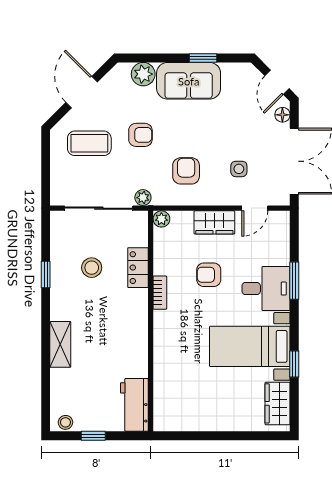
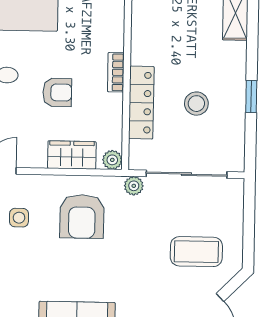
armchair: (140, 135) -> (135, 260), removed
armchair: (186, 171) -> (82, 216), width x1.38, depth x1.38
wardrobe: (214, 222) -> (72, 155), moved
locker: (138, 268) -> (141, 103), width x1.53

